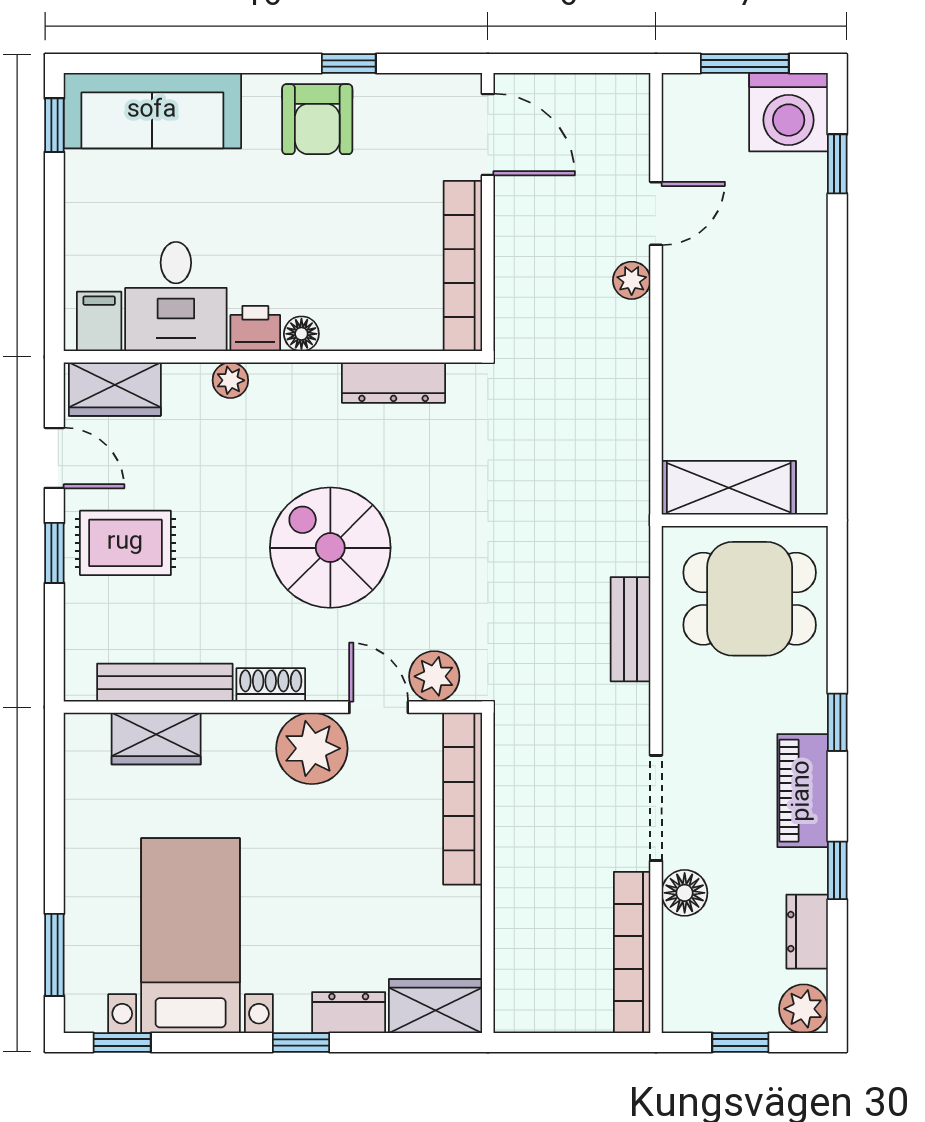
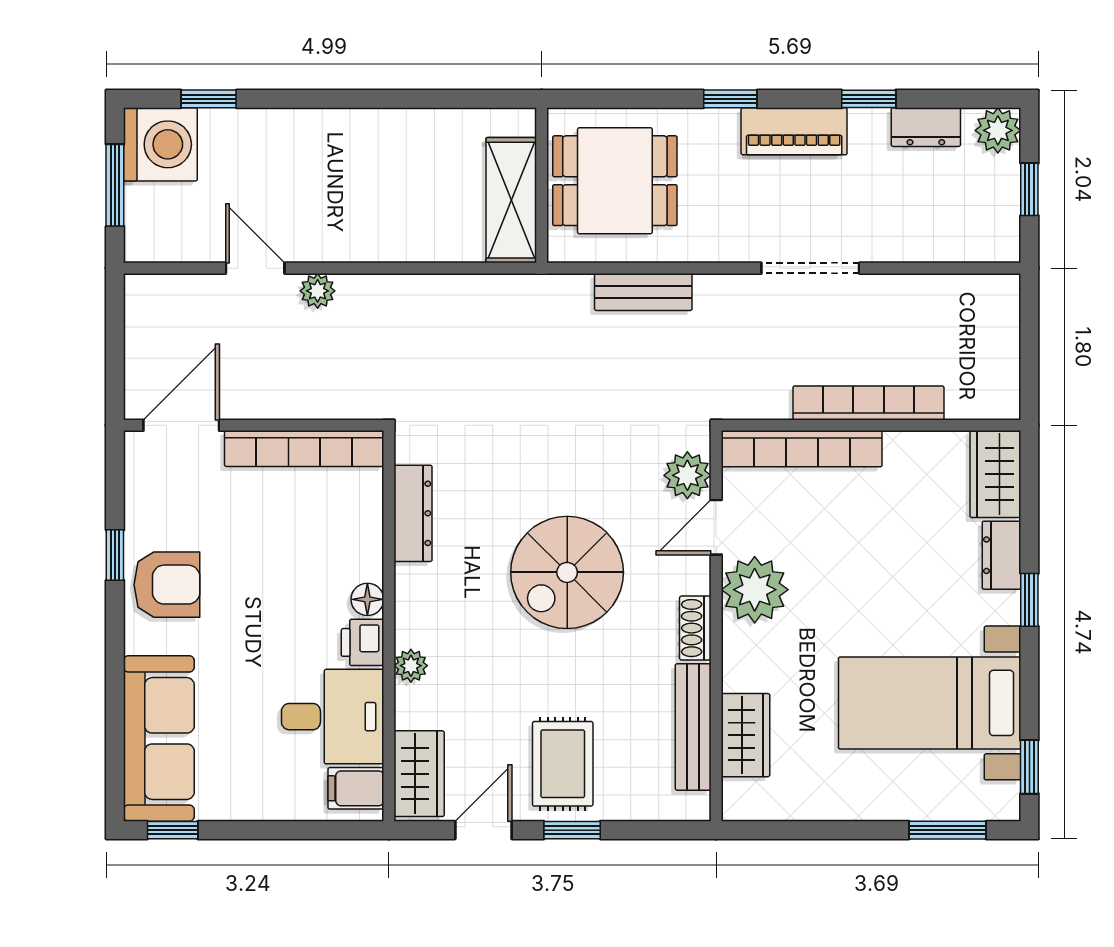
dining table: (750, 599) -> (615, 181), turned 90
floor lamp: (685, 893) -> (890, 242), removed
bookcase: (632, 952) -> (868, 403), moved, turned 180

